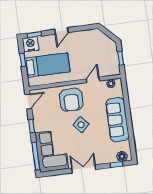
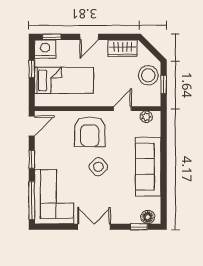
wardrobe: (87, 36) -> (123, 48), added
stool: (108, 53) -> (148, 75), added

